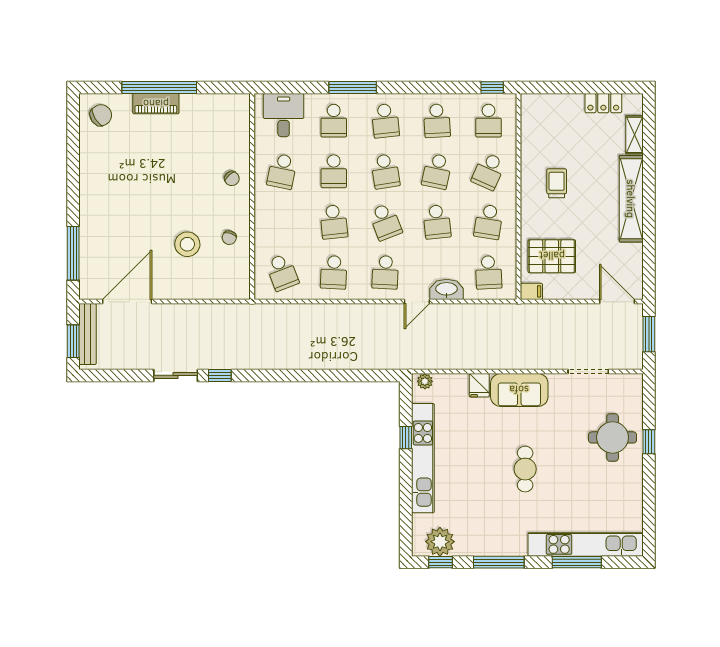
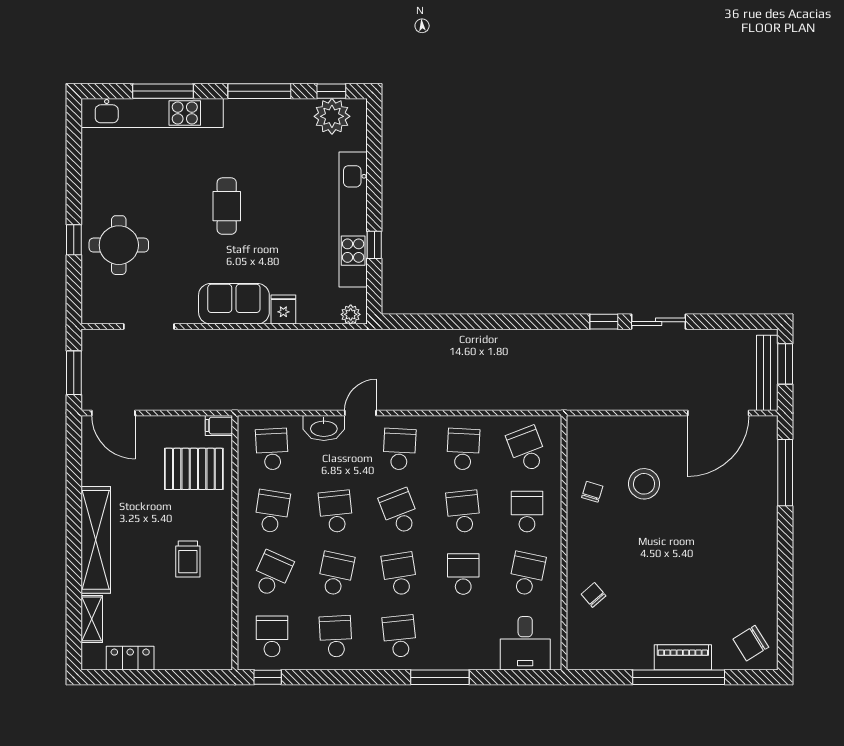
school desk: (334, 121) -> (527, 512), moved
chair: (232, 179) -> (594, 595), moved

